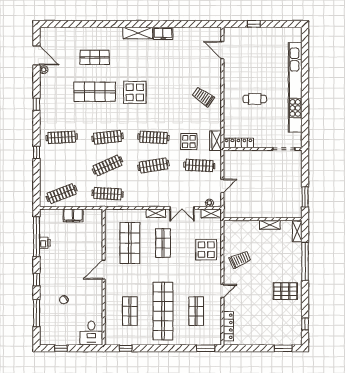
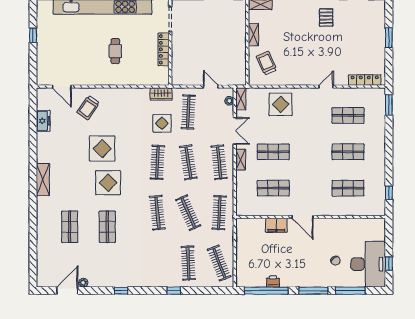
window: (254, 24) -> (33, 35), moved
freezer: (163, 33) -> (43, 121), moved
door: (222, 50) -> (62, 87), hinge flipped
display table: (166, 87) -> (102, 149), added
shop shelf: (95, 92) -> (107, 227), width x0.70, depth x0.74
trolley: (203, 97) -> (88, 107), moved
clothes rail: (62, 137) -> (188, 263), moved
locker: (238, 143) -> (164, 49), moved
clothes rail: (153, 194) -> (219, 162), added
filing cabinet: (73, 215) -> (276, 225), moved, turned 90
shop shelf: (130, 243) -> (273, 188), width x0.70, depth x0.74
trolley: (240, 260) -> (267, 63), moved
window: (36, 280) -> (313, 291), width x2.17
door: (222, 291) -> (326, 87), hinge flipped
pallet: (285, 291) -> (326, 18), width x0.67, depth x0.71
shop shelf: (163, 311) -> (348, 152), width x0.50, depth x0.74
desk: (91, 333) -> (368, 264), moved, width x1.87, depth x1.30
window: (283, 348) -> (389, 38), moved

